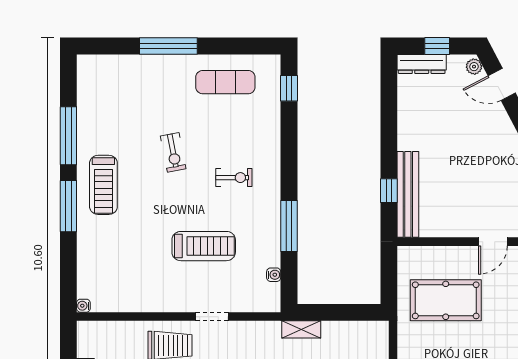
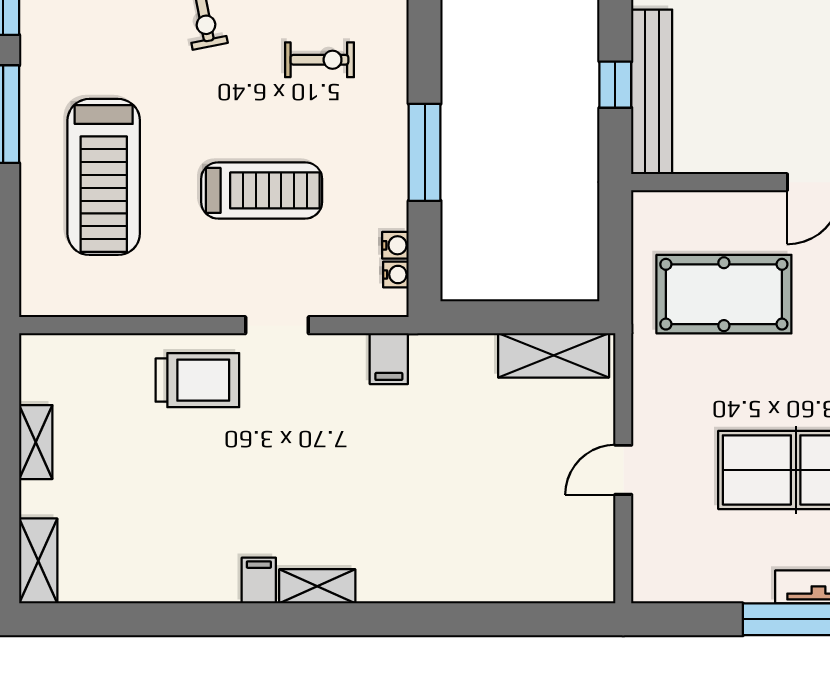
treadmill: (103, 185) -> (104, 177), moved, width x1.37, depth x1.38
water cooler: (83, 306) -> (396, 275), moved, turned 180
shelving: (301, 329) -> (554, 355), moved, width x1.50, depth x1.33
filing cabinet: (270, 334) -> (389, 359), added

